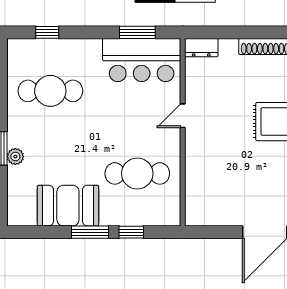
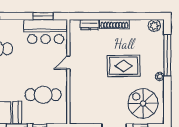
dresser: (201, 48) -> (90, 25), moved

